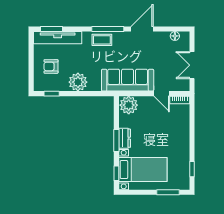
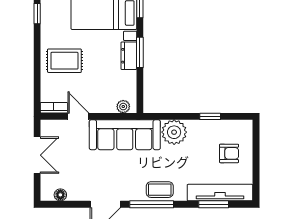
window: (51, 29) -> (214, 204), moved
plant: (78, 82) -> (174, 132), moved
window: (52, 94) -> (210, 116), moved
plant: (129, 105) -> (123, 107), width x0.53, depth x0.53
rug: (172, 135) -> (64, 61), added

